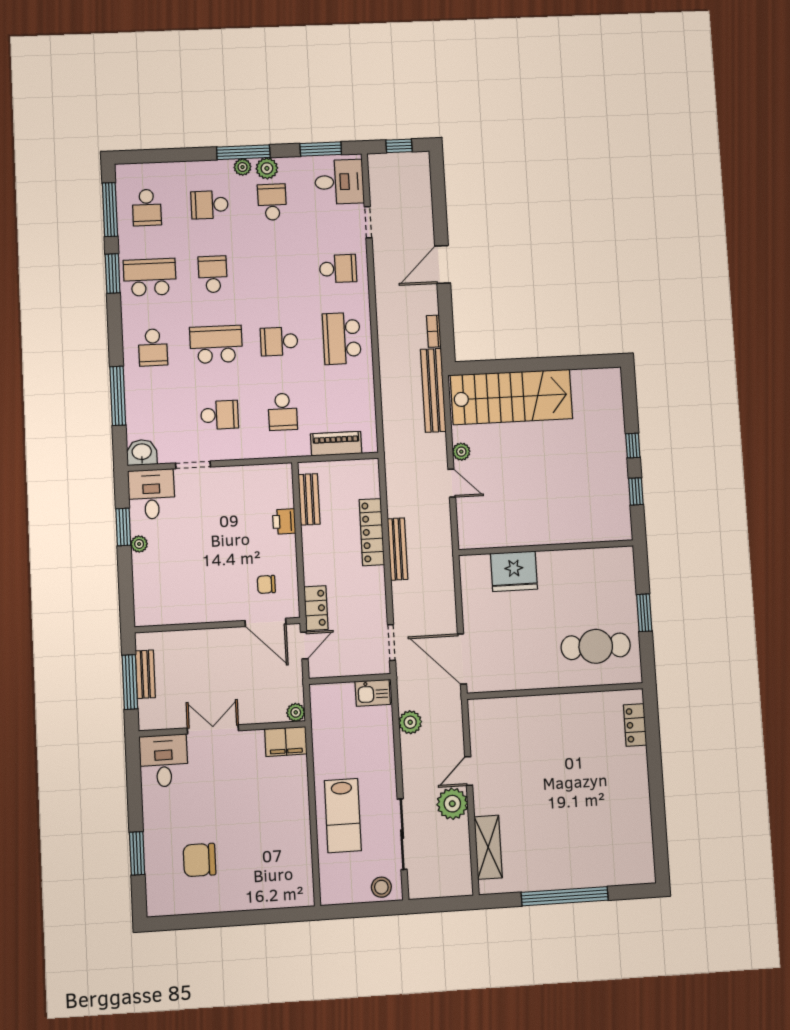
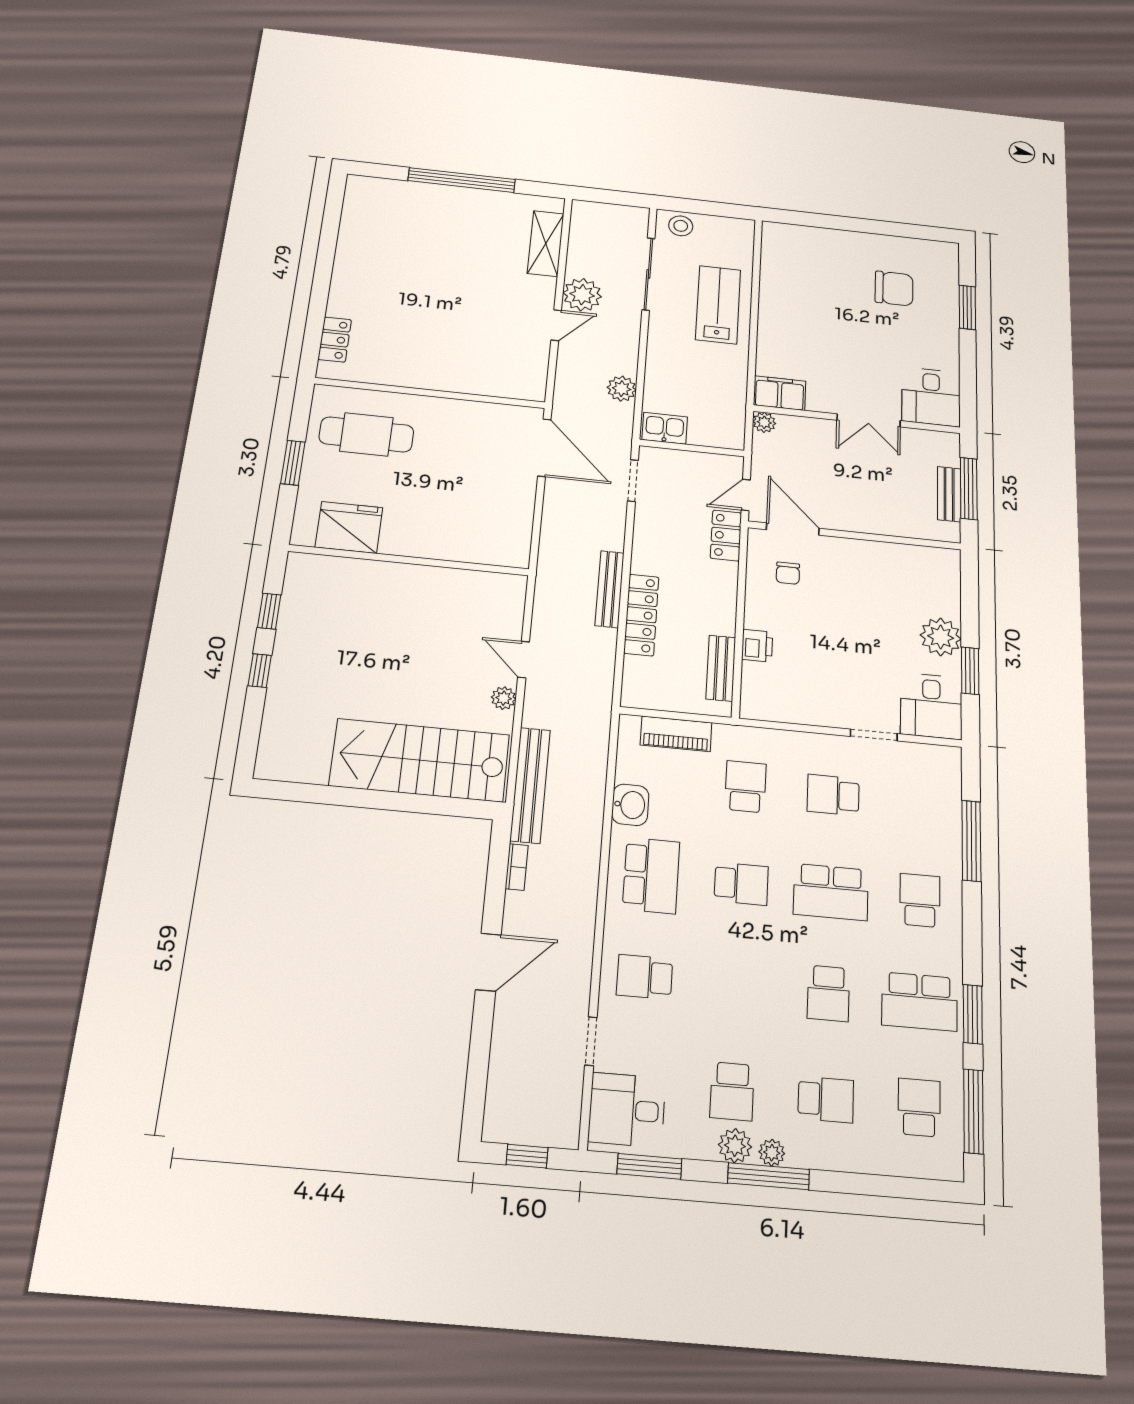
washbasin: (142, 452) -> (630, 805), moved, turned -90
plant: (139, 544) -> (941, 637), width x1.88, depth x1.88
fridge: (514, 571) -> (349, 527), moved
chair: (266, 584) -> (788, 573), turned 90

